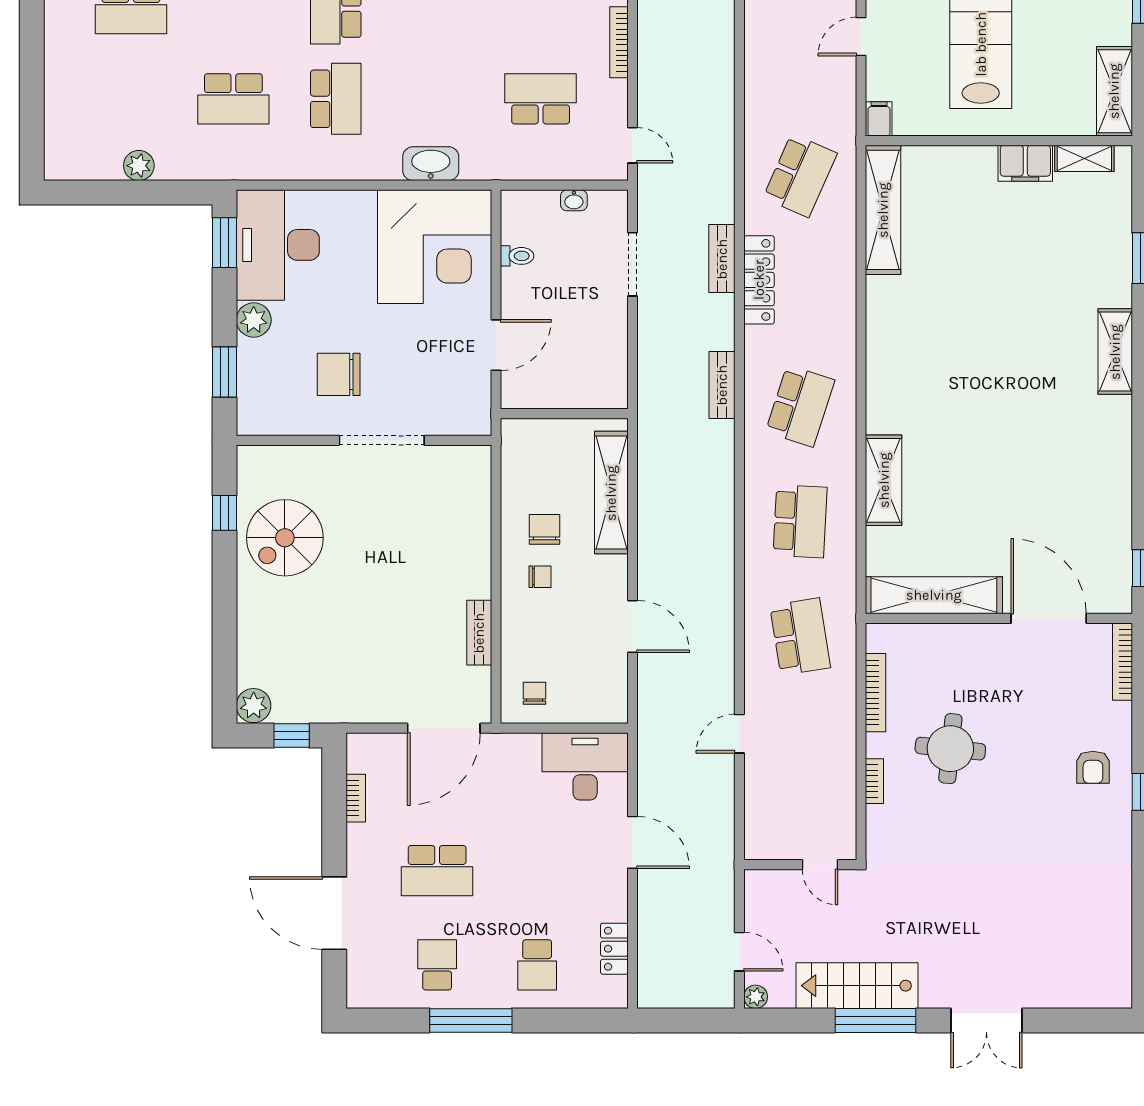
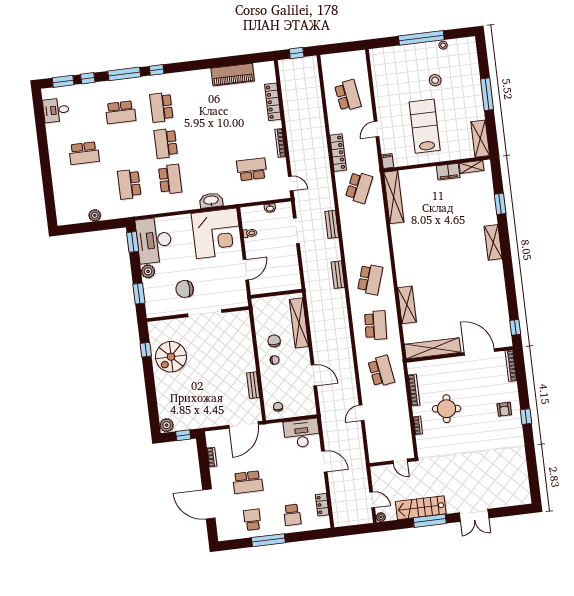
school desk: (233, 99) -> (129, 184), turned 90
locker: (759, 280) -> (338, 153), moved

